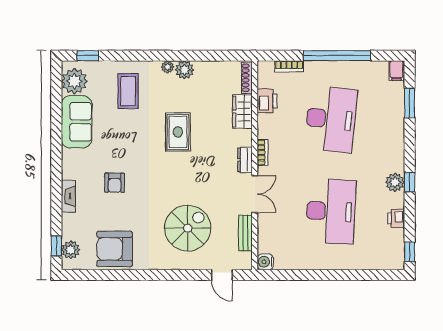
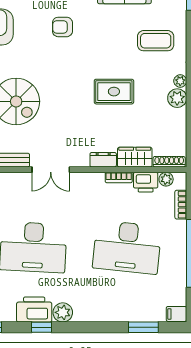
plant: (264, 81) -> (166, 179), added
bookcase: (263, 153) -> (119, 178), moved
dresser: (245, 160) -> (103, 160), moved
window: (410, 182) -> (41, 327), moved
printer: (396, 218) -> (34, 310), width x1.87, depth x1.48

